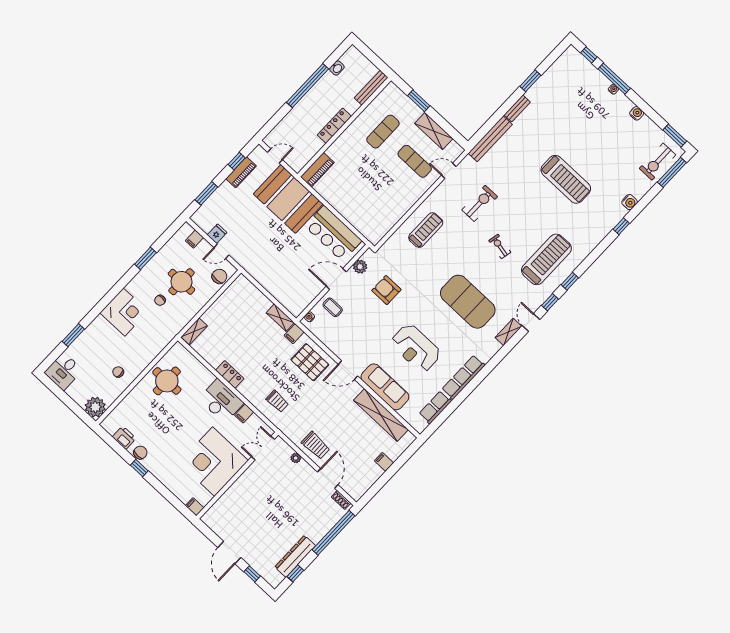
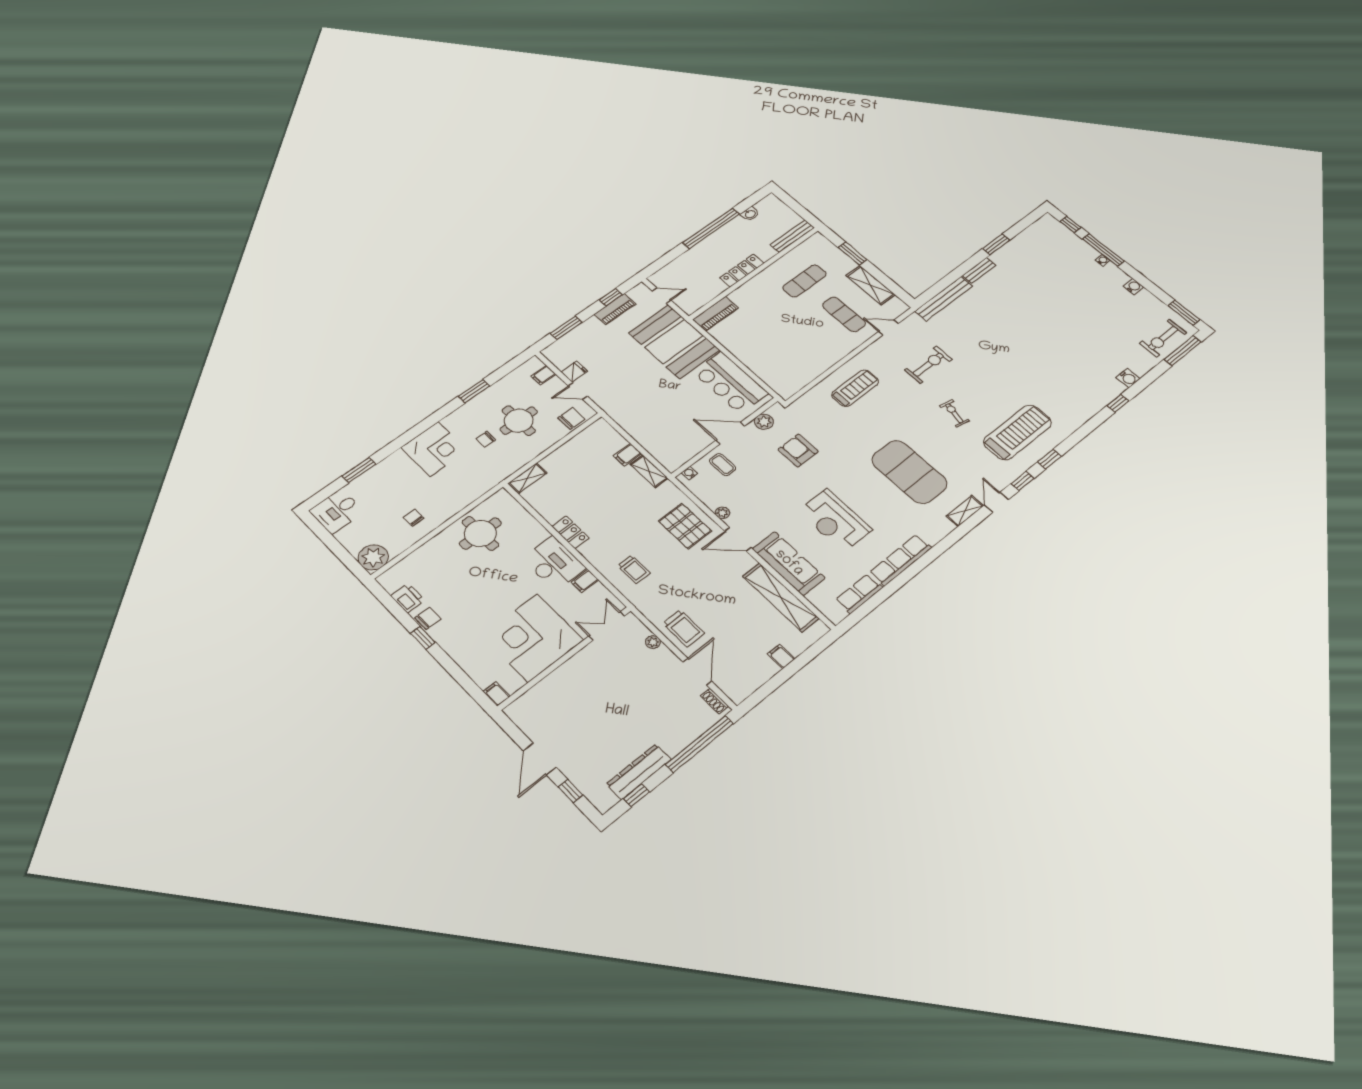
treadmill: (566, 179) -> (1043, 348), removed
filing cabinet: (294, 334) -> (627, 455), moved
plant: (335, 349) -> (722, 513), added

